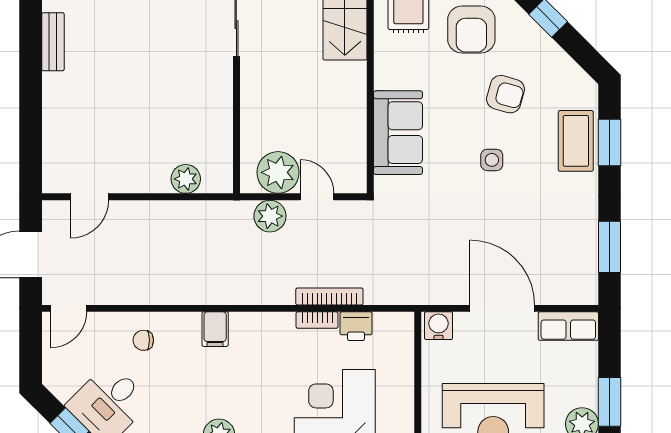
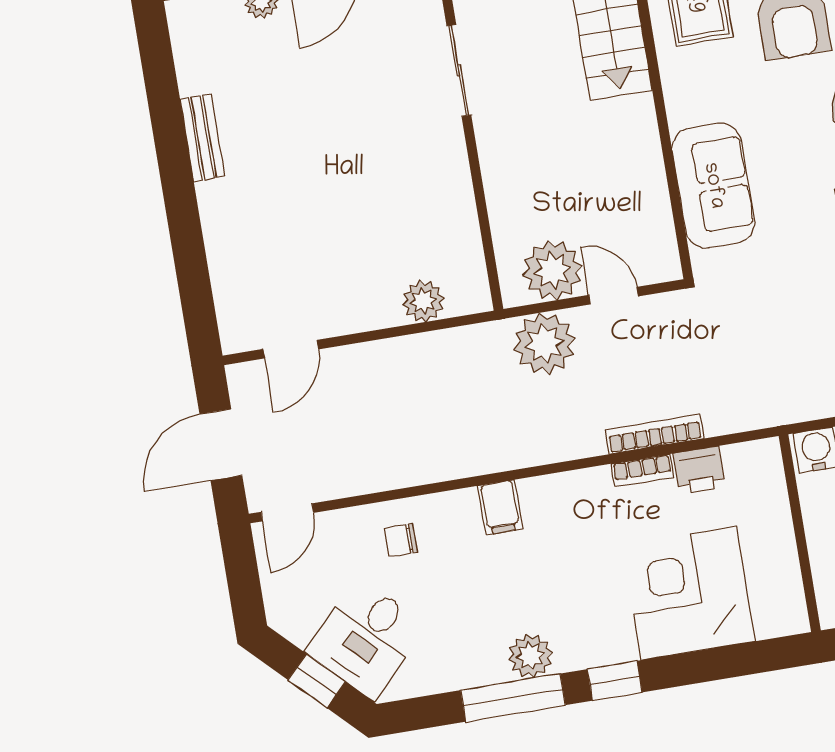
plant: (270, 216) -> (545, 344), width x1.36, depth x1.36

